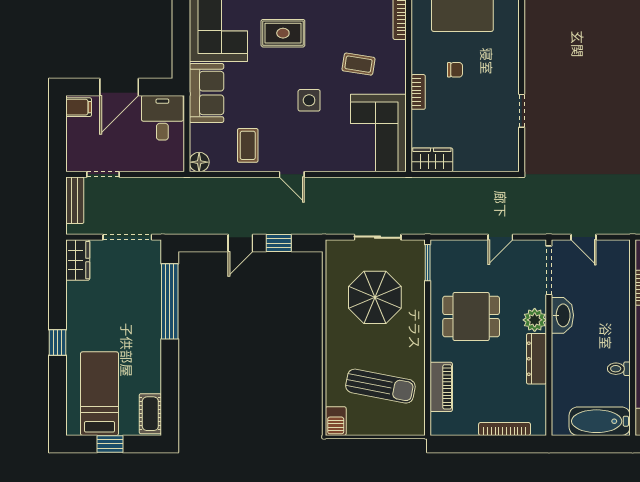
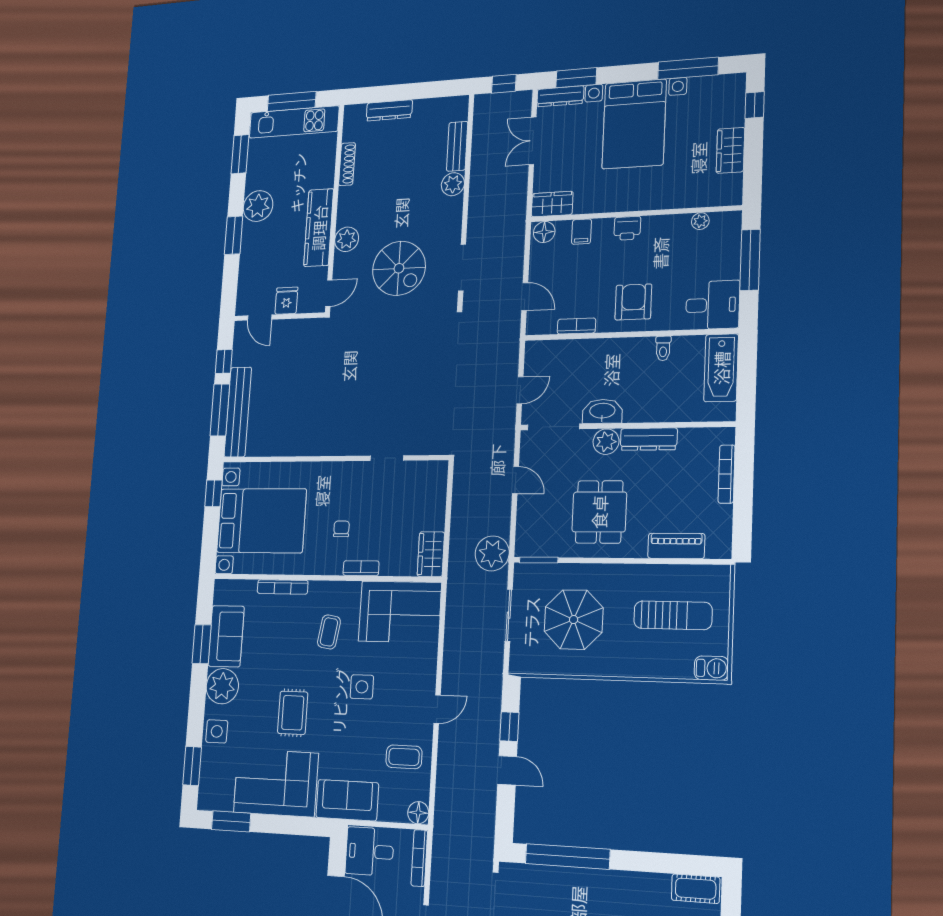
bookcase: (160, 166) -> (419, 858), added
plant: (433, 219) -> (492, 553), added
sun lounger: (380, 386) -> (673, 615), turned 79

